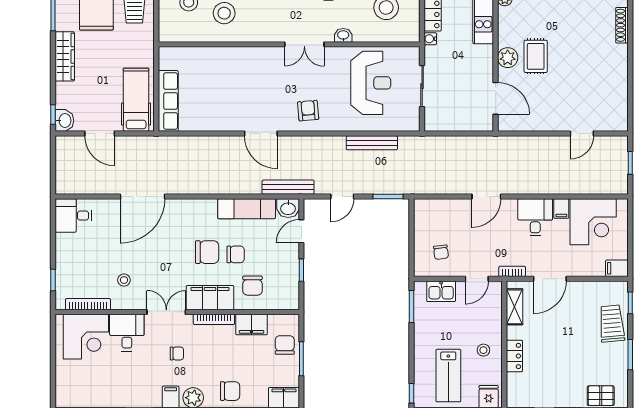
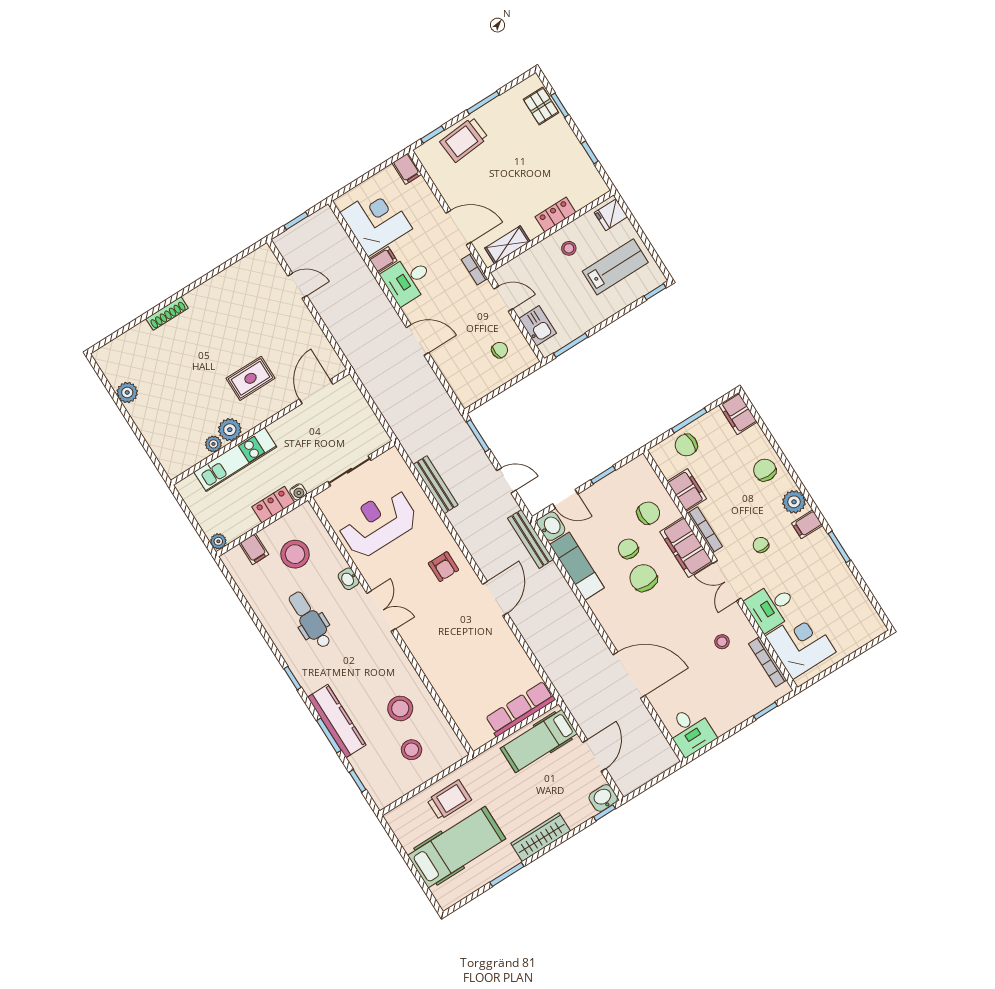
plant: (508, 58) -> (230, 430), moved
armchair: (308, 111) -> (443, 567), turned -85

